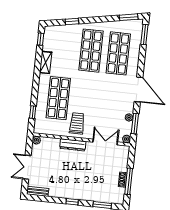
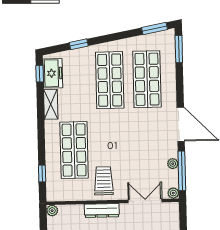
freezer: (50, 40) -> (53, 73), added
window: (135, 124) -> (182, 171), width x1.44

